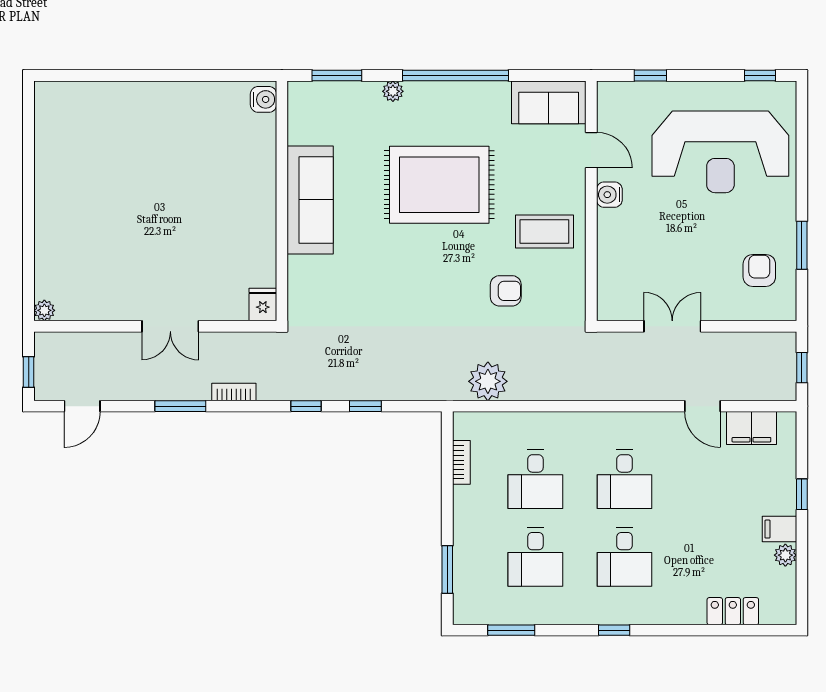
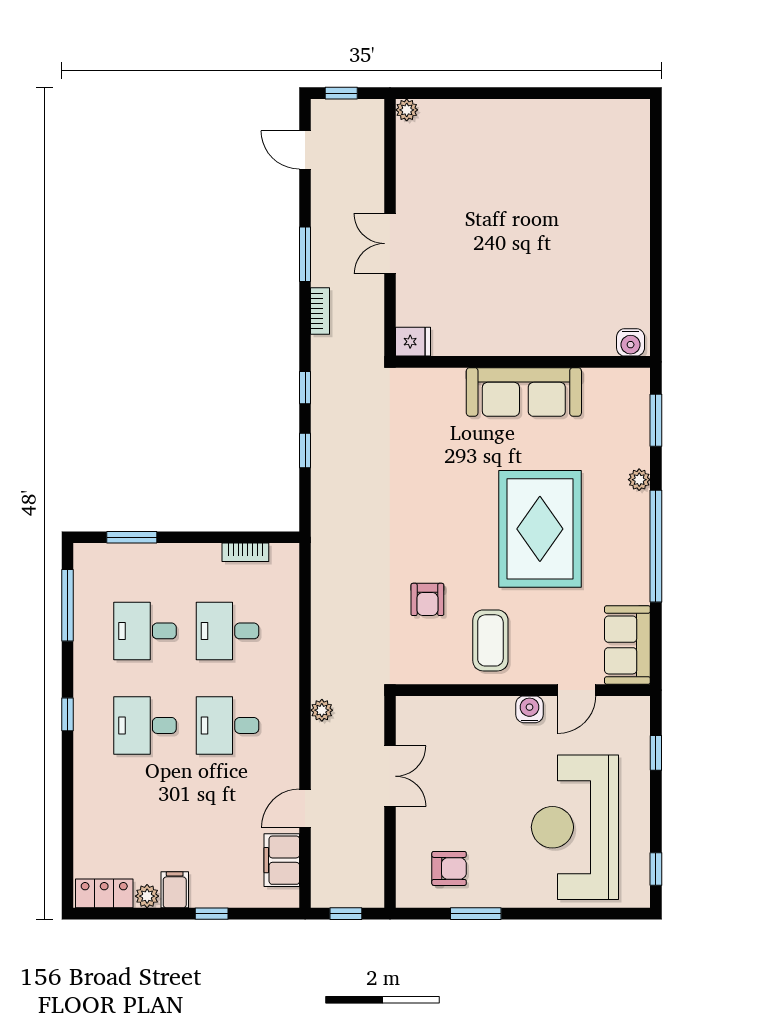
plant: (488, 381) -> (322, 710), moved, width x0.53, depth x0.53
locker: (733, 611) -> (104, 893), moved, turned -90
window: (511, 630) -> (67, 605), width x1.44

